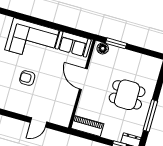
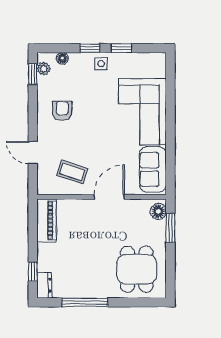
armchair: (27, 78) -> (62, 111), moved
dining table: (127, 95) -> (137, 269), moved
coffee table: (59, 99) -> (72, 172), added

